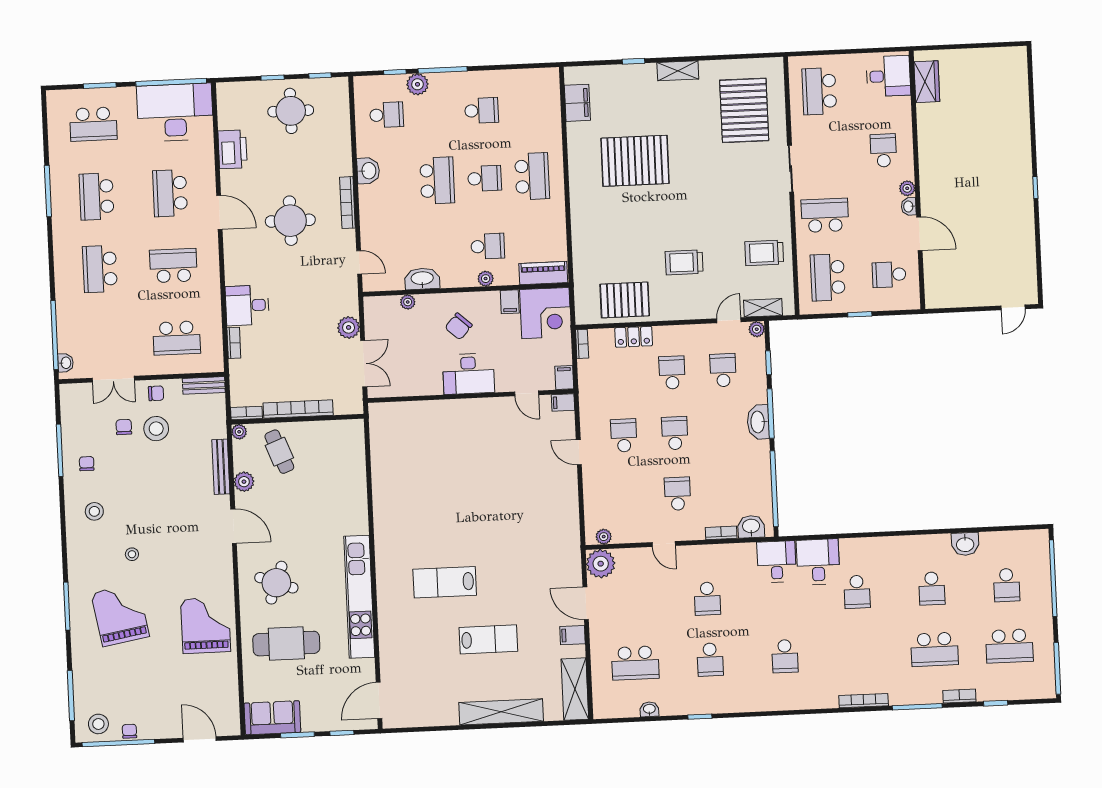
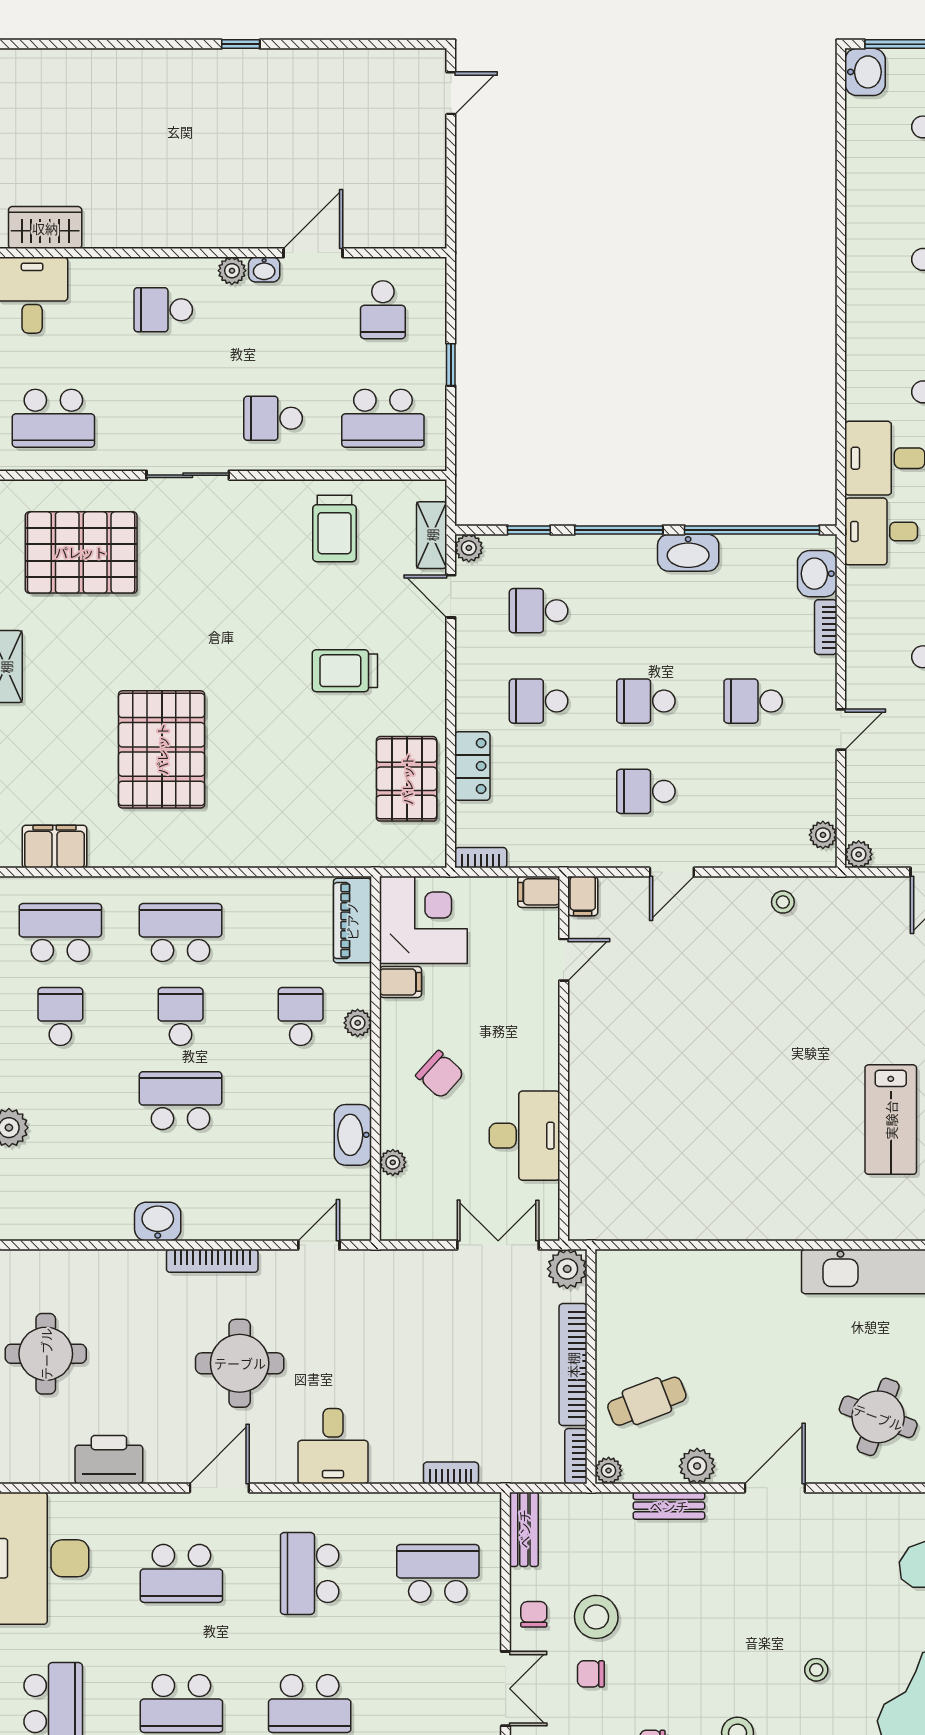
school desk: (387, 115) -> (60, 932), moved, width x1.85
school desk: (825, 215) -> (273, 418), width x0.54
trolley: (684, 262) -> (345, 671), turned 90
desk: (247, 305) -> (333, 1446), moved
door: (1013, 307) -> (451, 93), hinge flipped
plant: (349, 327) -> (567, 1269), moved
school desk: (177, 338) -> (438, 1573), turned -90
desk: (468, 374) -> (524, 1136), moved
washbasin: (758, 422) -> (688, 553), moved
bench: (221, 467) -> (669, 1506), width x0.73
stool: (565, 516) -> (783, 902), added
washbasin: (965, 544) -> (865, 72), moved
plant: (601, 564) -> (859, 854), width x0.53, depth x0.53

